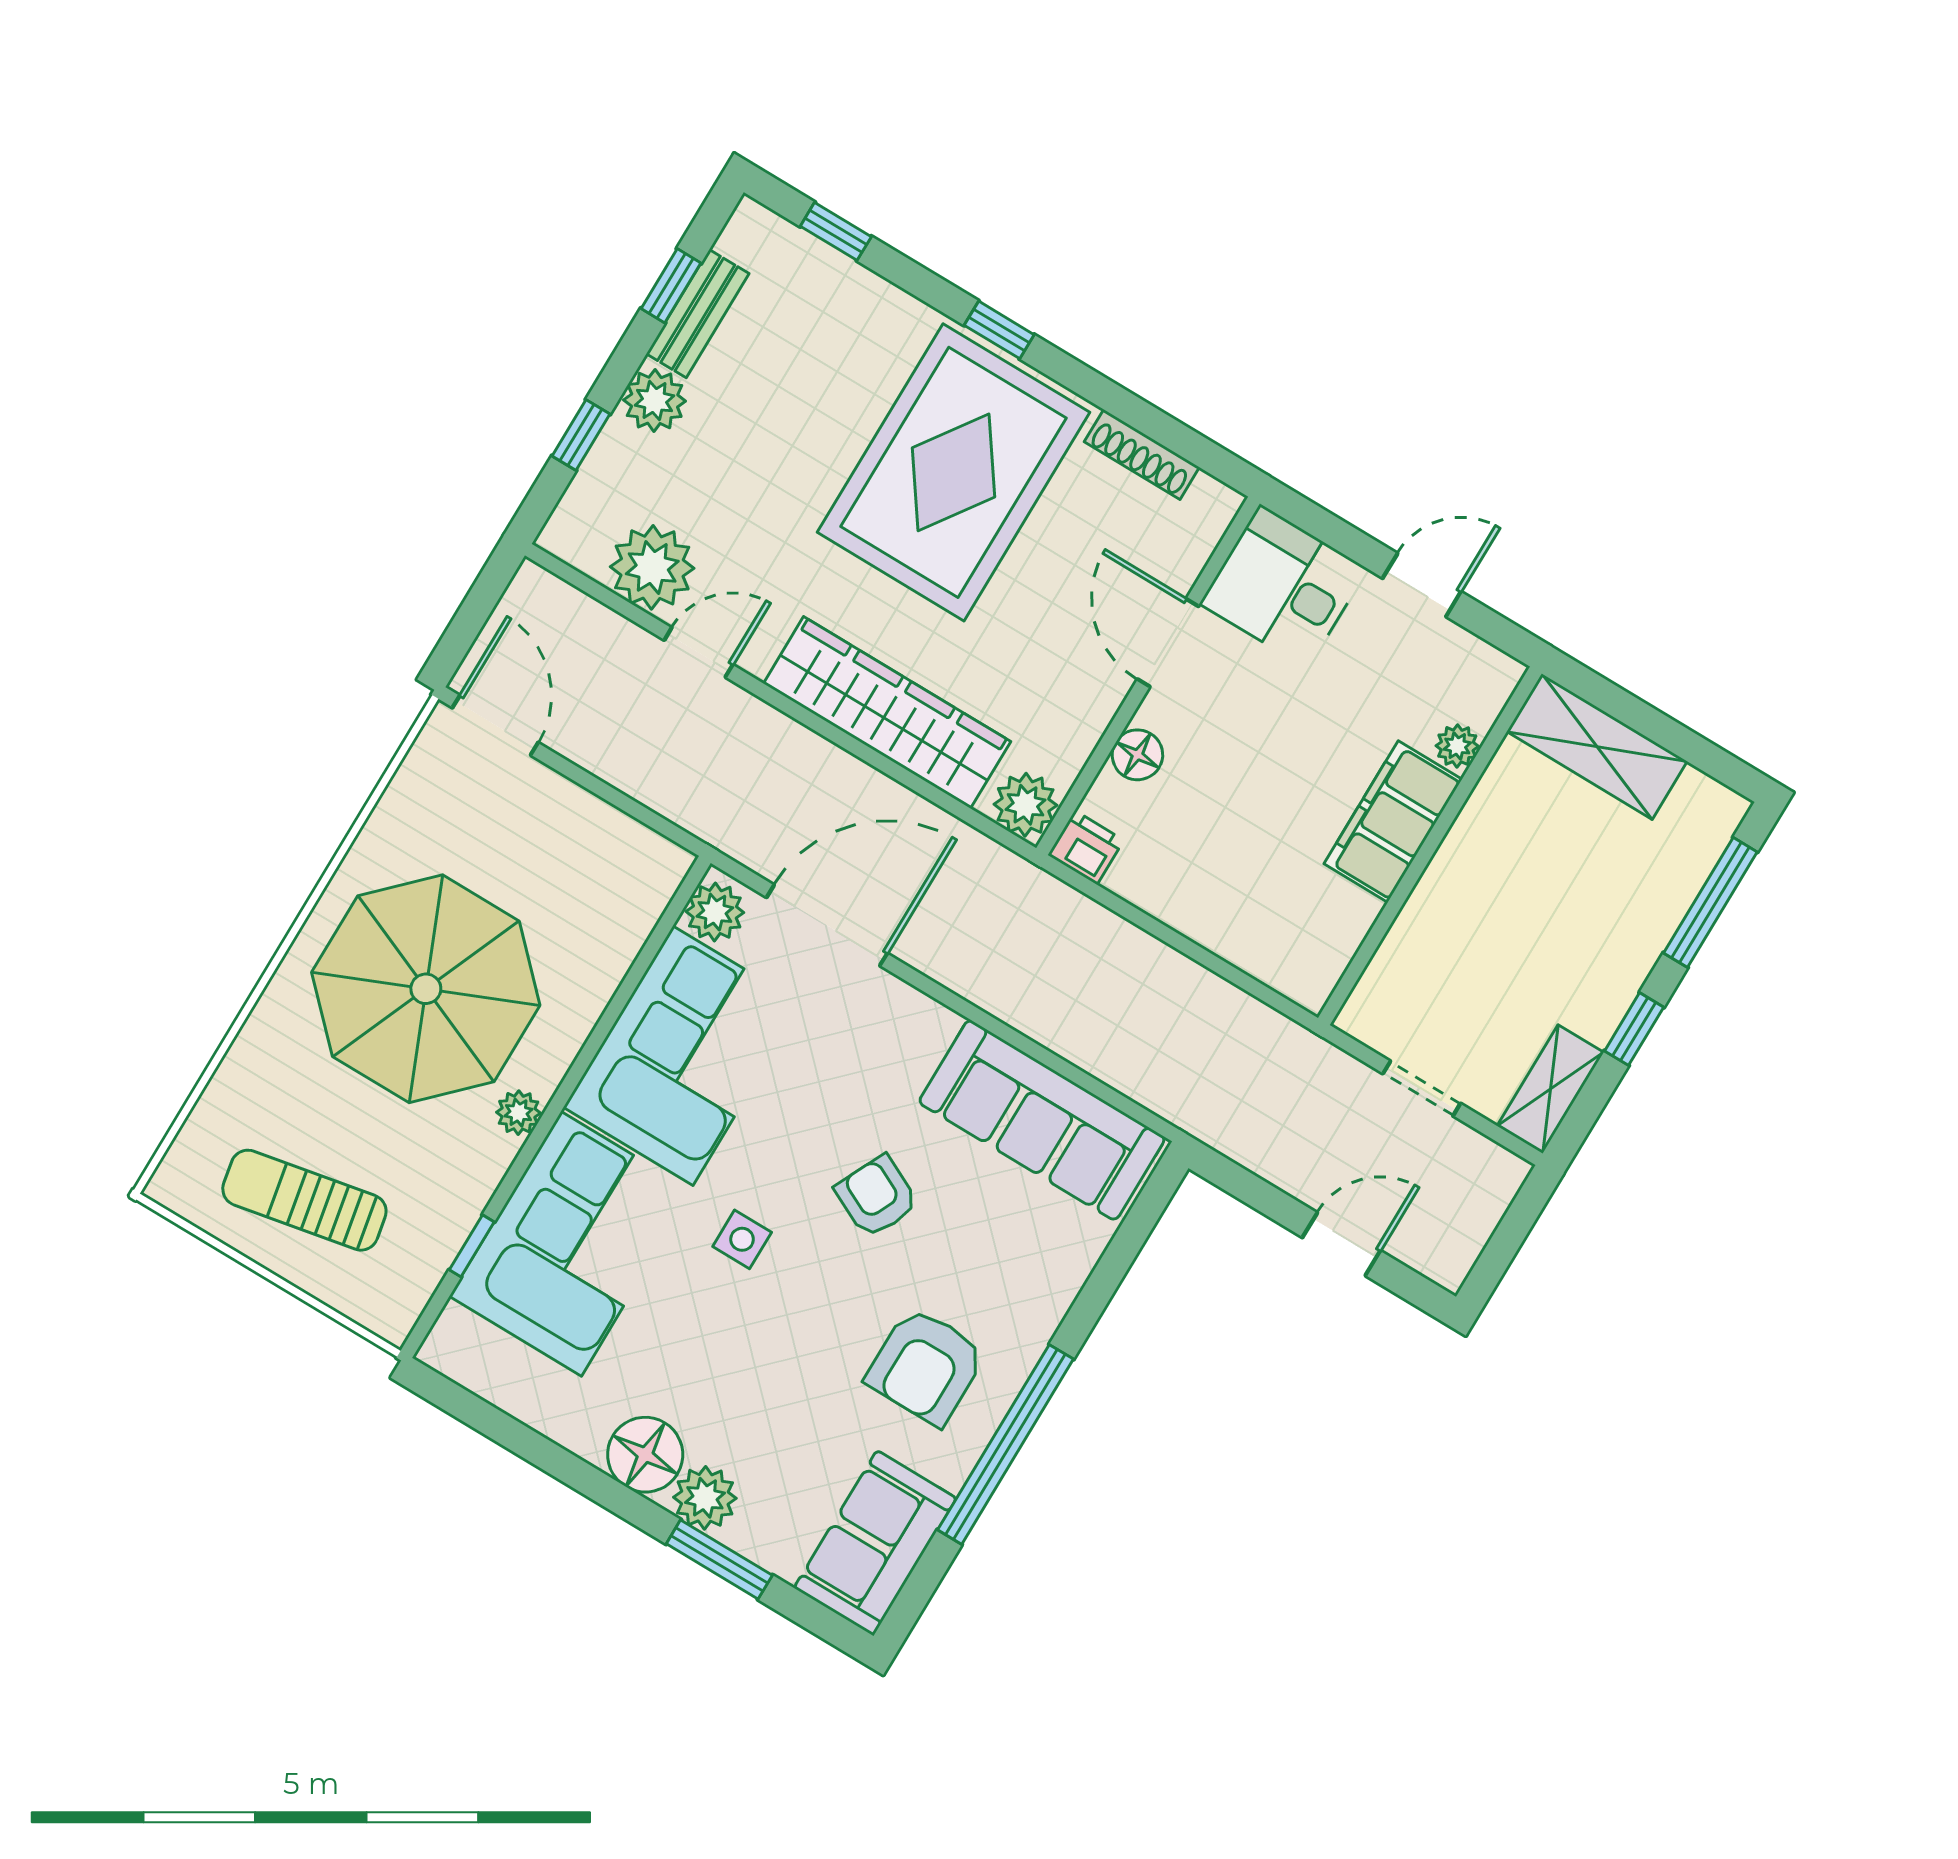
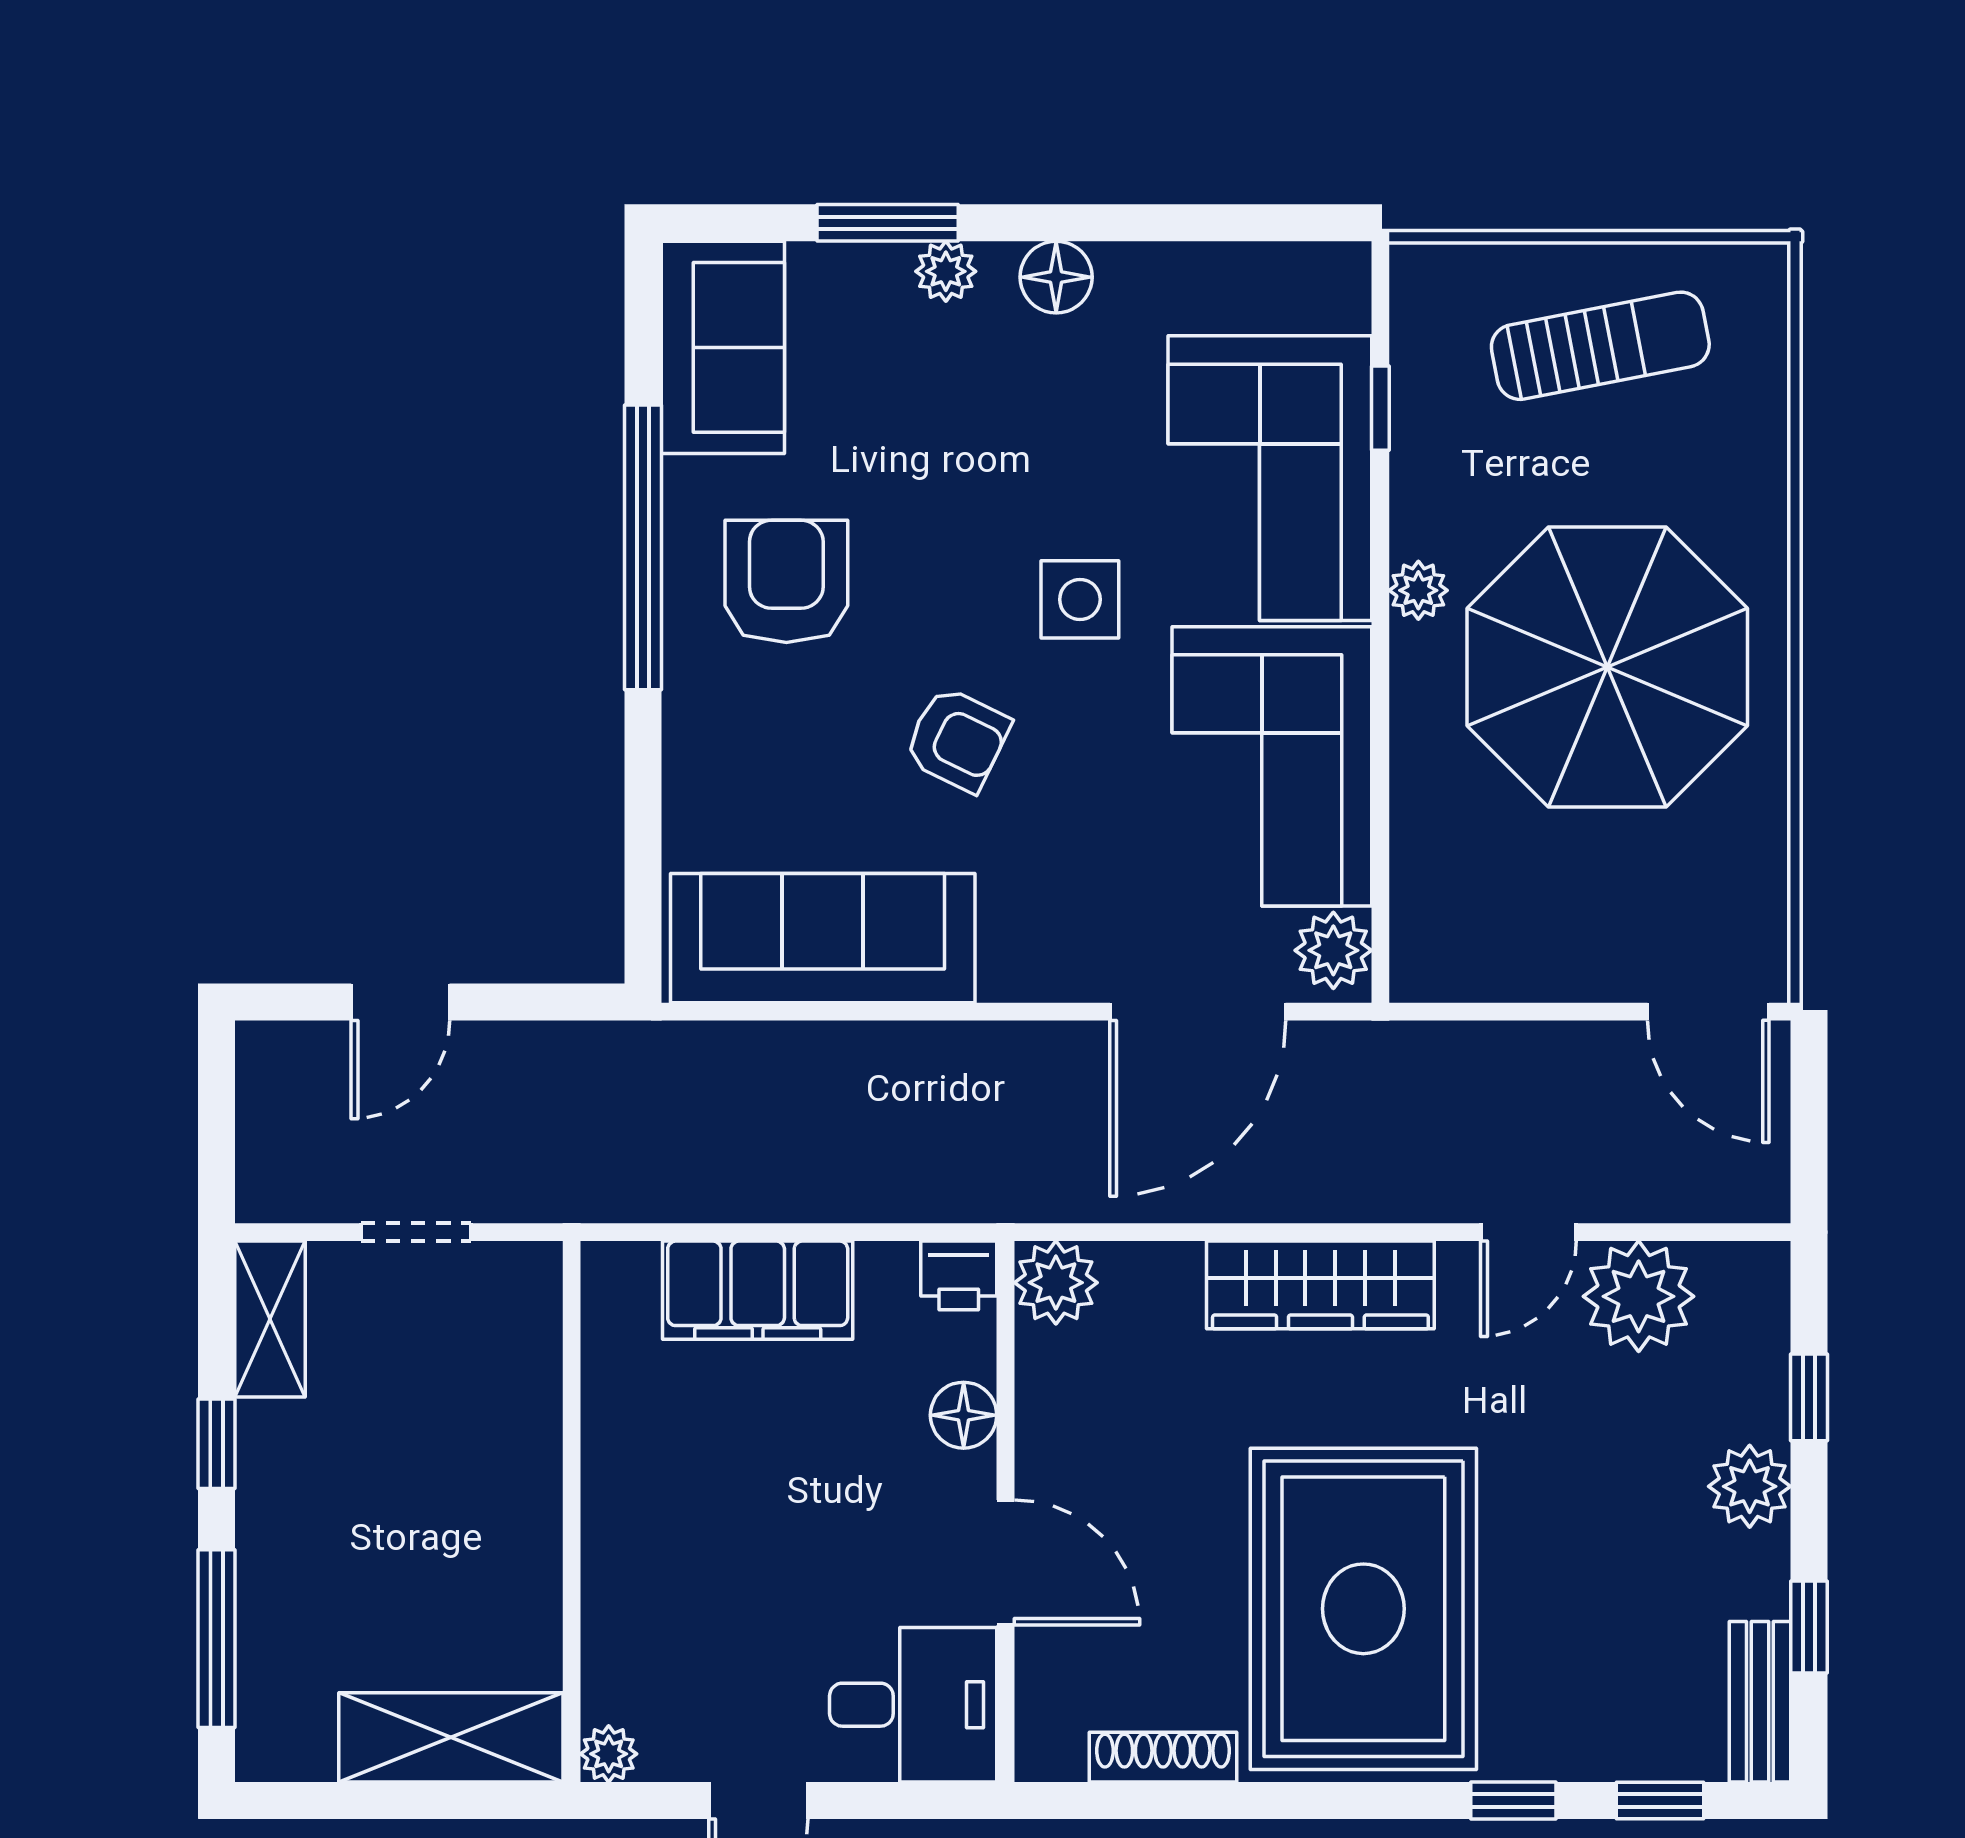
bench: (698, 314) -> (1760, 1702), moved
window: (999, 330) -> (1513, 1800), moved
wardrobe: (887, 712) -> (1320, 1285), width x0.71, depth x0.85
plant: (1457, 746) -> (609, 1754), moved
filing cabinet: (1393, 822) -> (758, 1290), moved, turned 90
side table: (742, 1239) -> (1080, 599), width x1.37, depth x1.37
floor lamp: (645, 1455) -> (1056, 277), width x0.73, depth x0.73
plant: (705, 1498) -> (946, 271), width x0.73, depth x0.73

